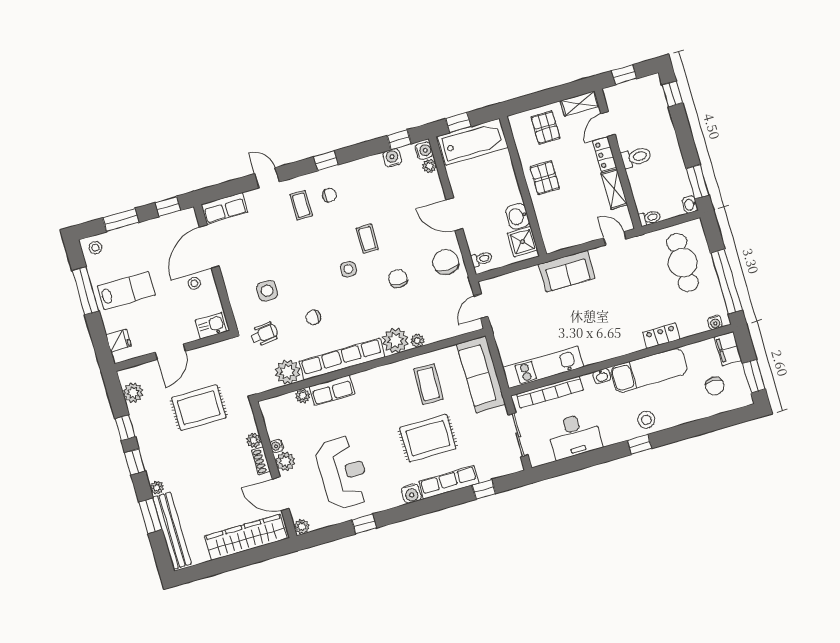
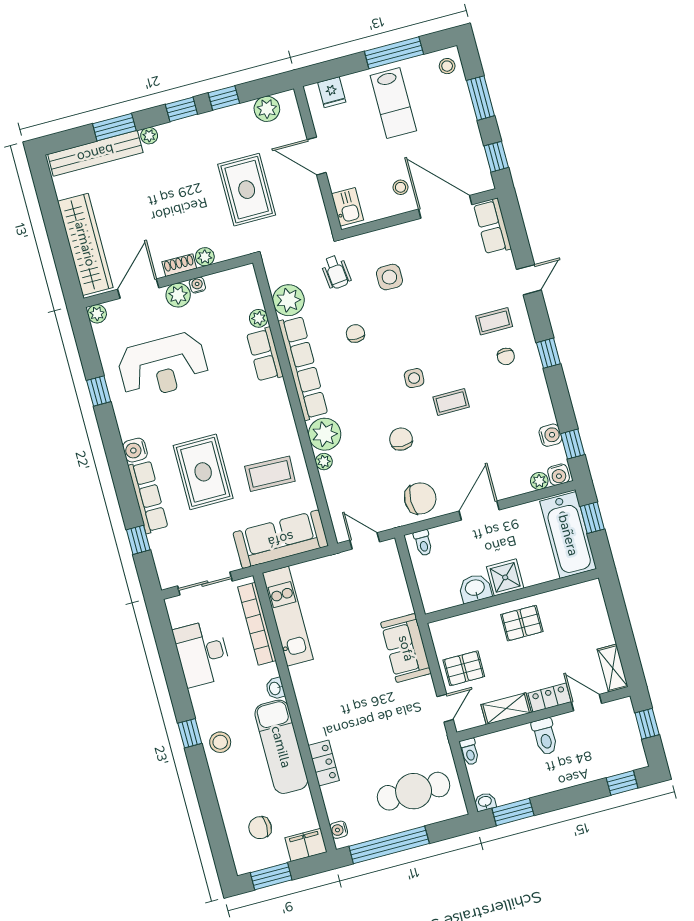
pallet: (546, 127) -> (464, 668), moved
shower: (522, 242) -> (505, 577), moved
chair: (398, 279) -> (401, 439), turned -90

